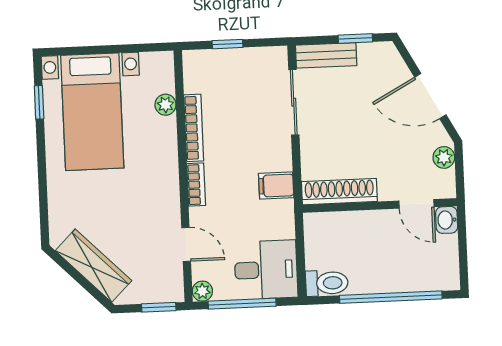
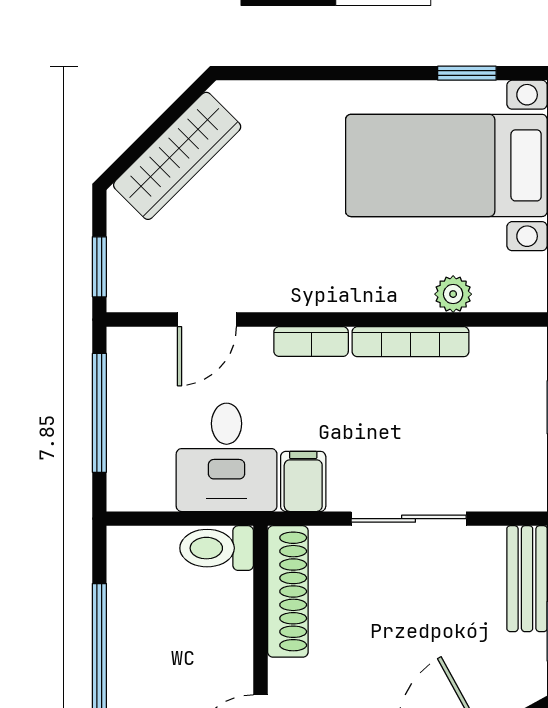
sliding door: (294, 102) -> (409, 519), moved
desk: (266, 270) -> (227, 457), moved
toilet: (327, 283) -> (217, 548), moved, turned 90
plant: (202, 291) -> (124, 344), removed

